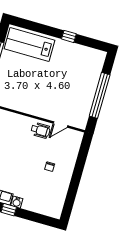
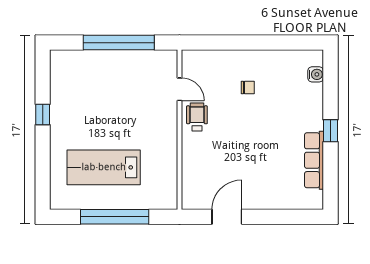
lab bench: (29, 45) -> (104, 167), moved, turned 90
water cooler: (17, 202) -> (316, 74), moved

